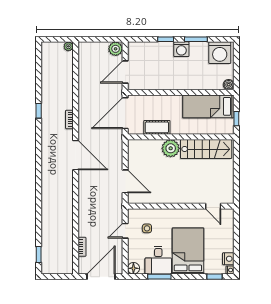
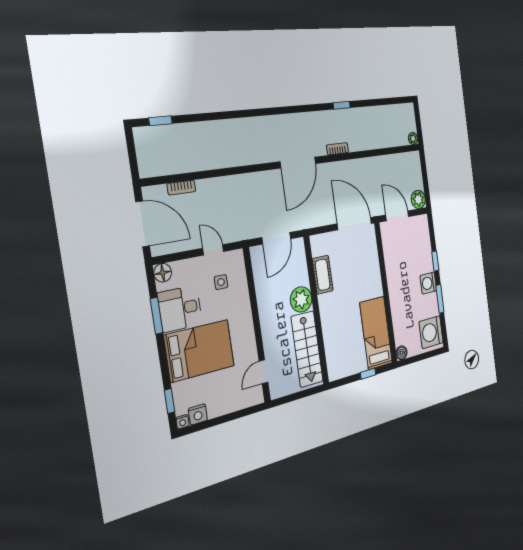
cot: (157, 127) -> (323, 275), moved
wall: (181, 137) -> (316, 310), moved
plant: (171, 148) -> (301, 299), moved
stairs: (206, 149) -> (307, 349), moved

